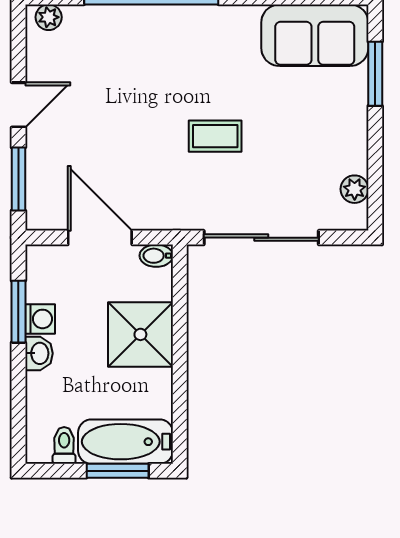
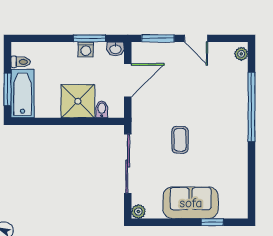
sofa: (315, 35) -> (191, 203), moved, turned 90
window: (375, 74) -> (212, 222), width x0.67
plant: (355, 189) -> (138, 212), moved
bidet: (156, 256) -> (102, 109), moved
washbasin: (39, 353) -> (115, 49), moved

